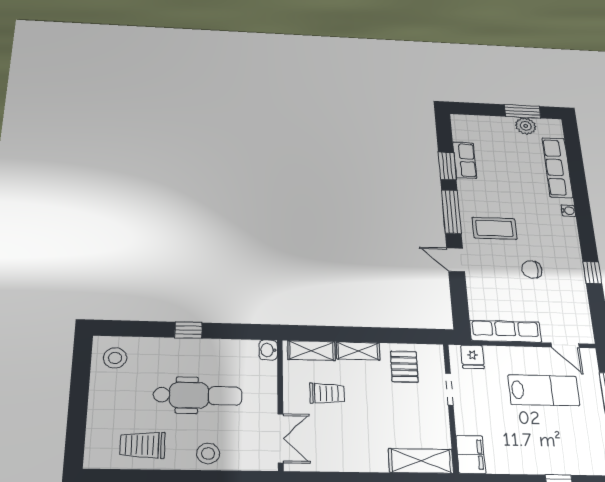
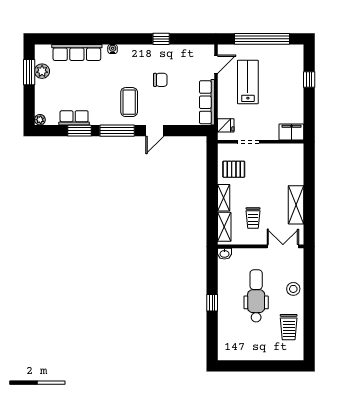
plant: (458, 120) -> (40, 120), added
chair: (532, 269) -> (160, 80), turned -90
stool: (115, 358) -> (232, 346), removed
trolley: (327, 393) -> (253, 218), turned 180
shelving: (421, 461) -> (296, 205), moved

